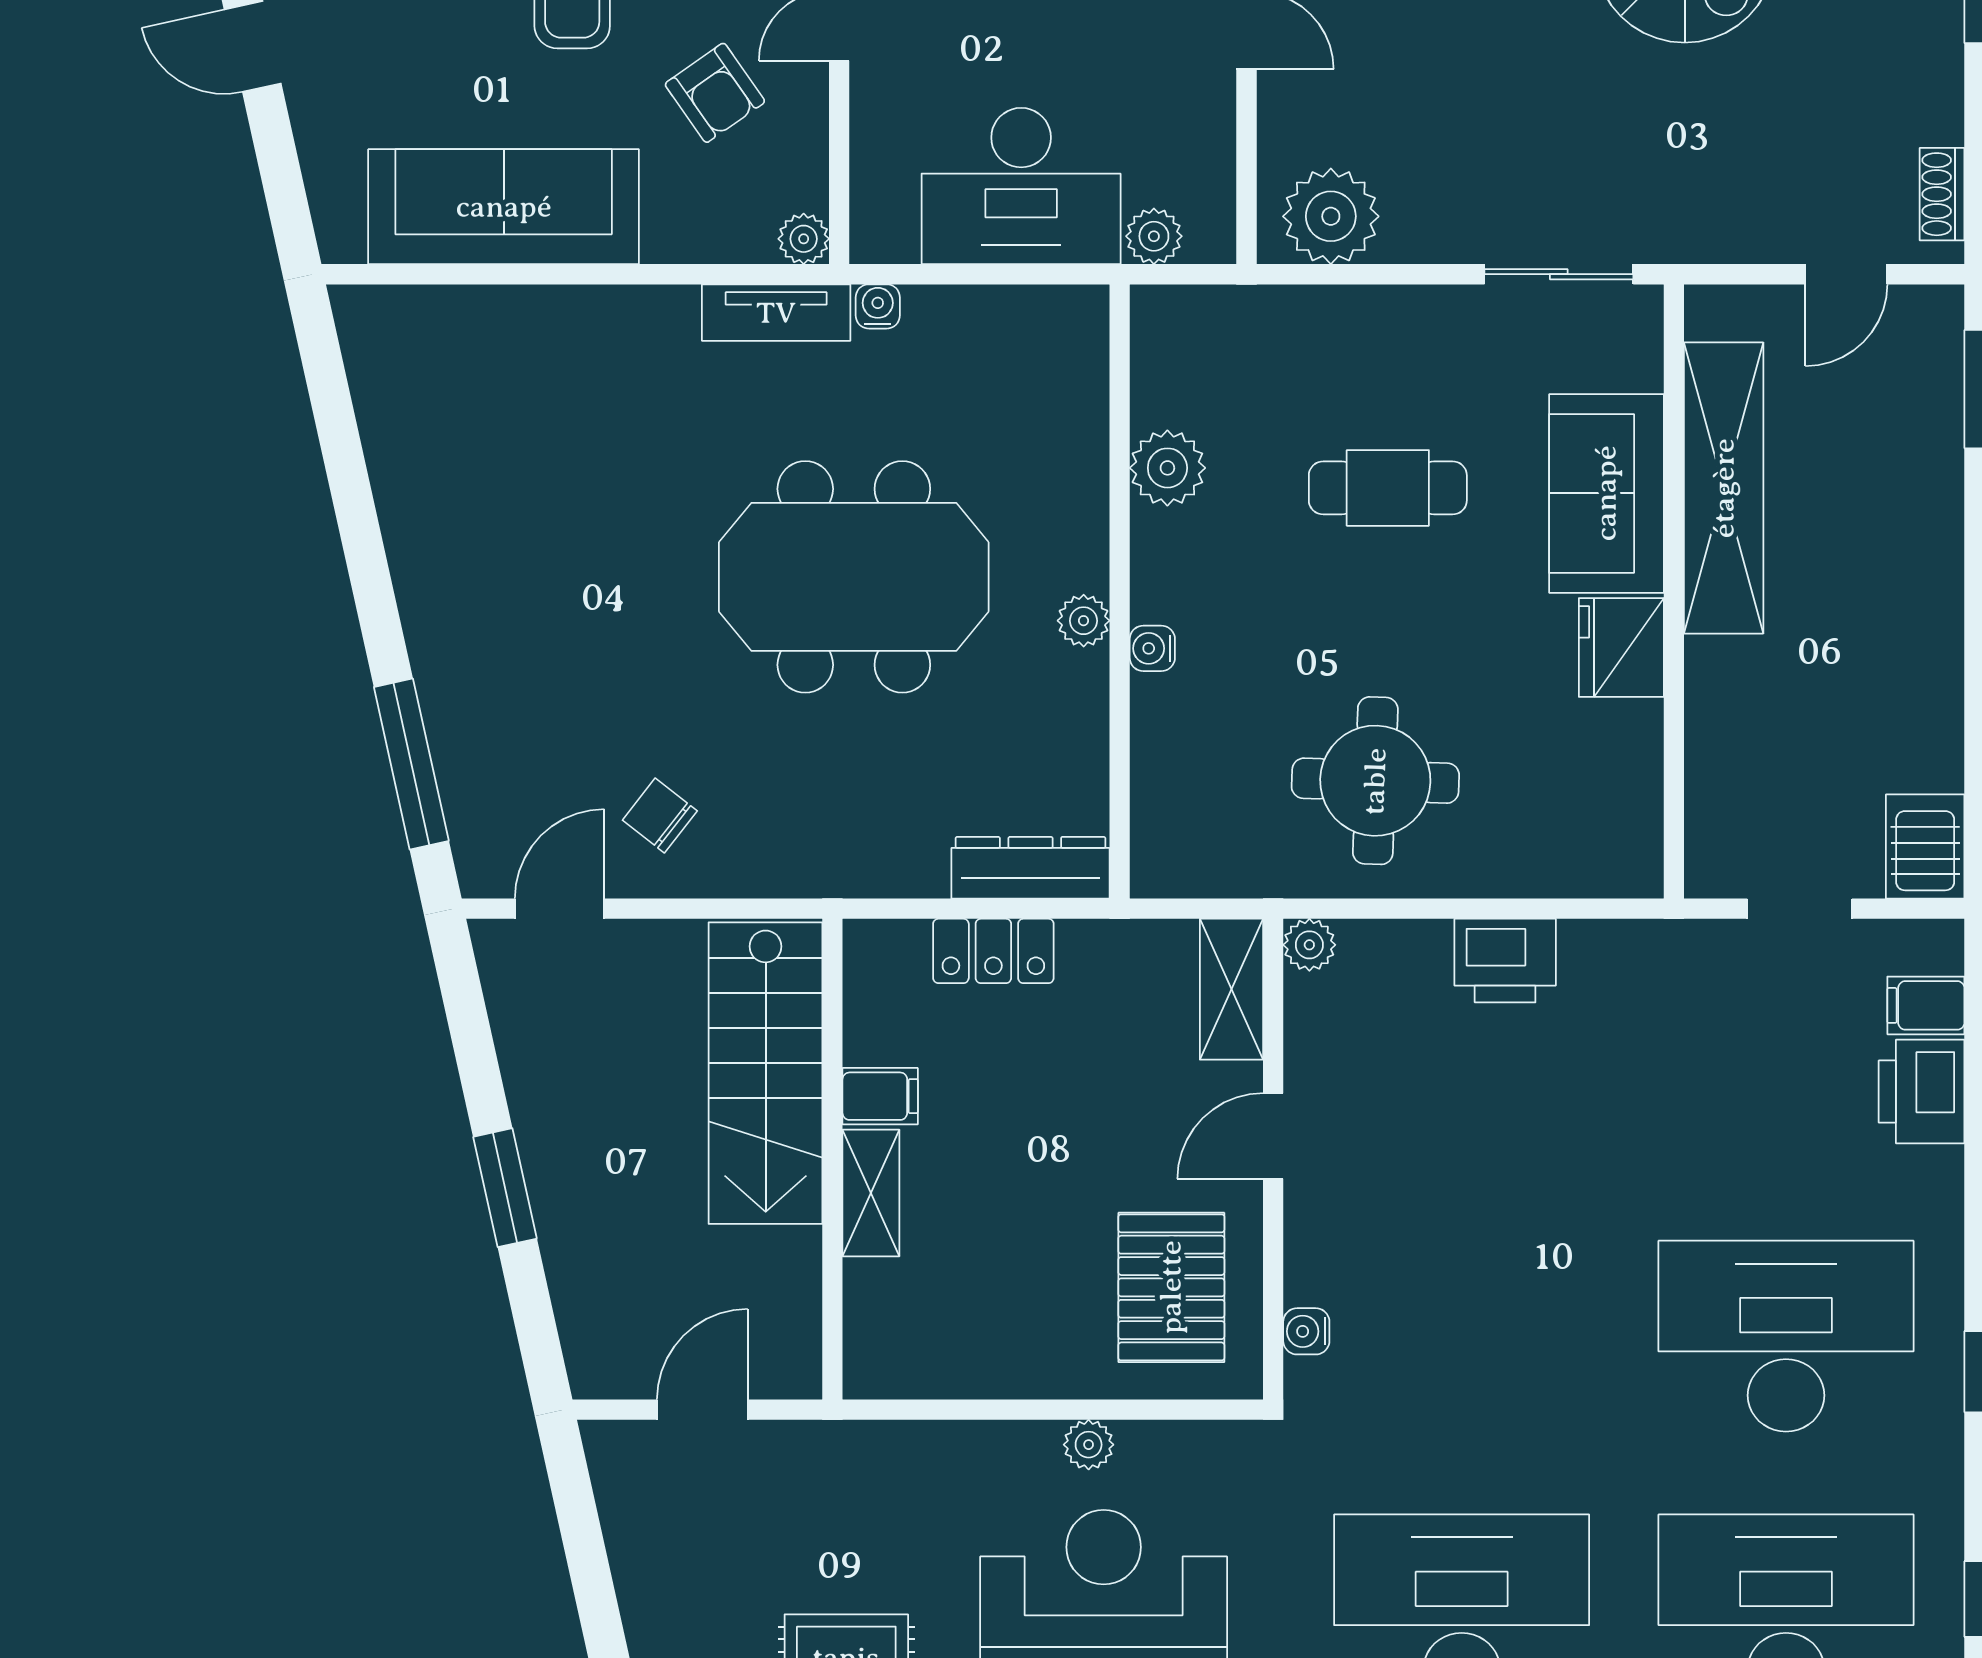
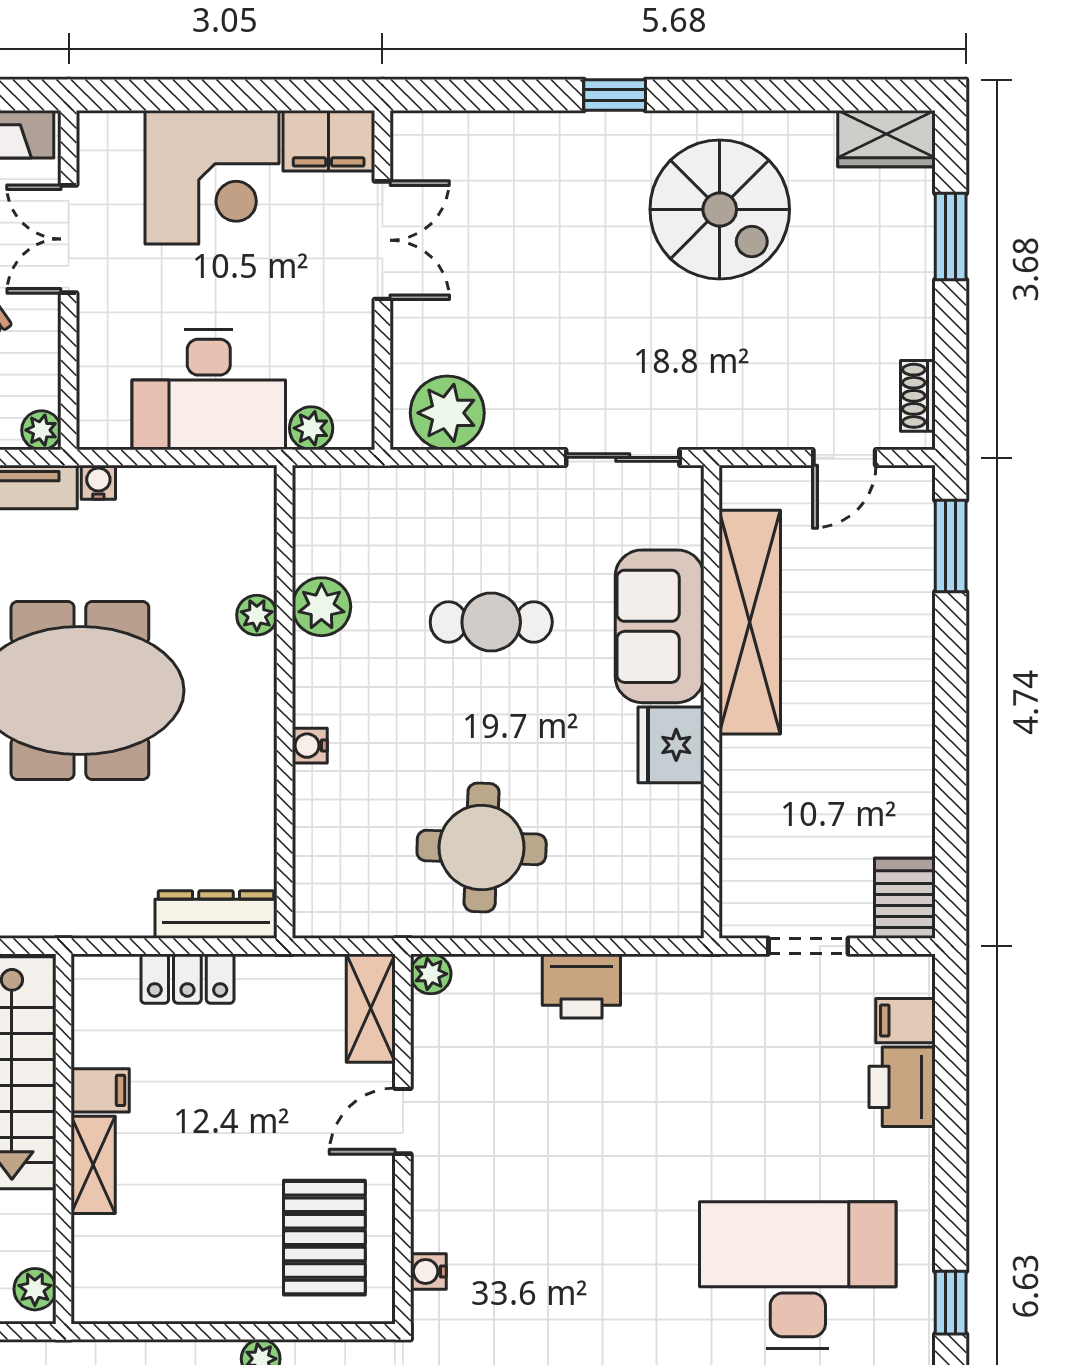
plant: (1084, 621) -> (257, 615), moved
plant: (795, 1354) -> (35, 1289), added

